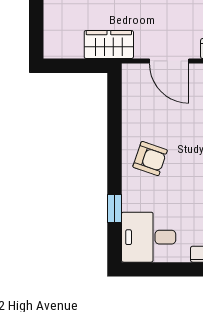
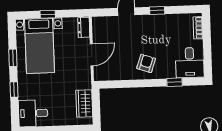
wardrobe: (109, 45) -> (84, 103), moved

